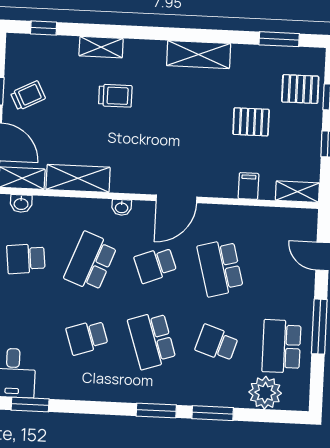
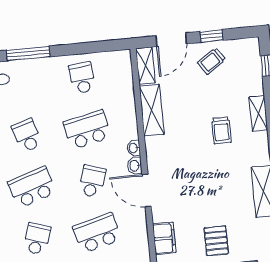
trolley: (28, 96) -> (212, 61), turned 83
filing cabinet: (248, 186) -> (164, 238), width x2.00
washbasin: (21, 204) -> (135, 166), moved
school desk: (91, 262) -> (87, 130), turned -33
school desk: (155, 265) -> (92, 181), turned 39

